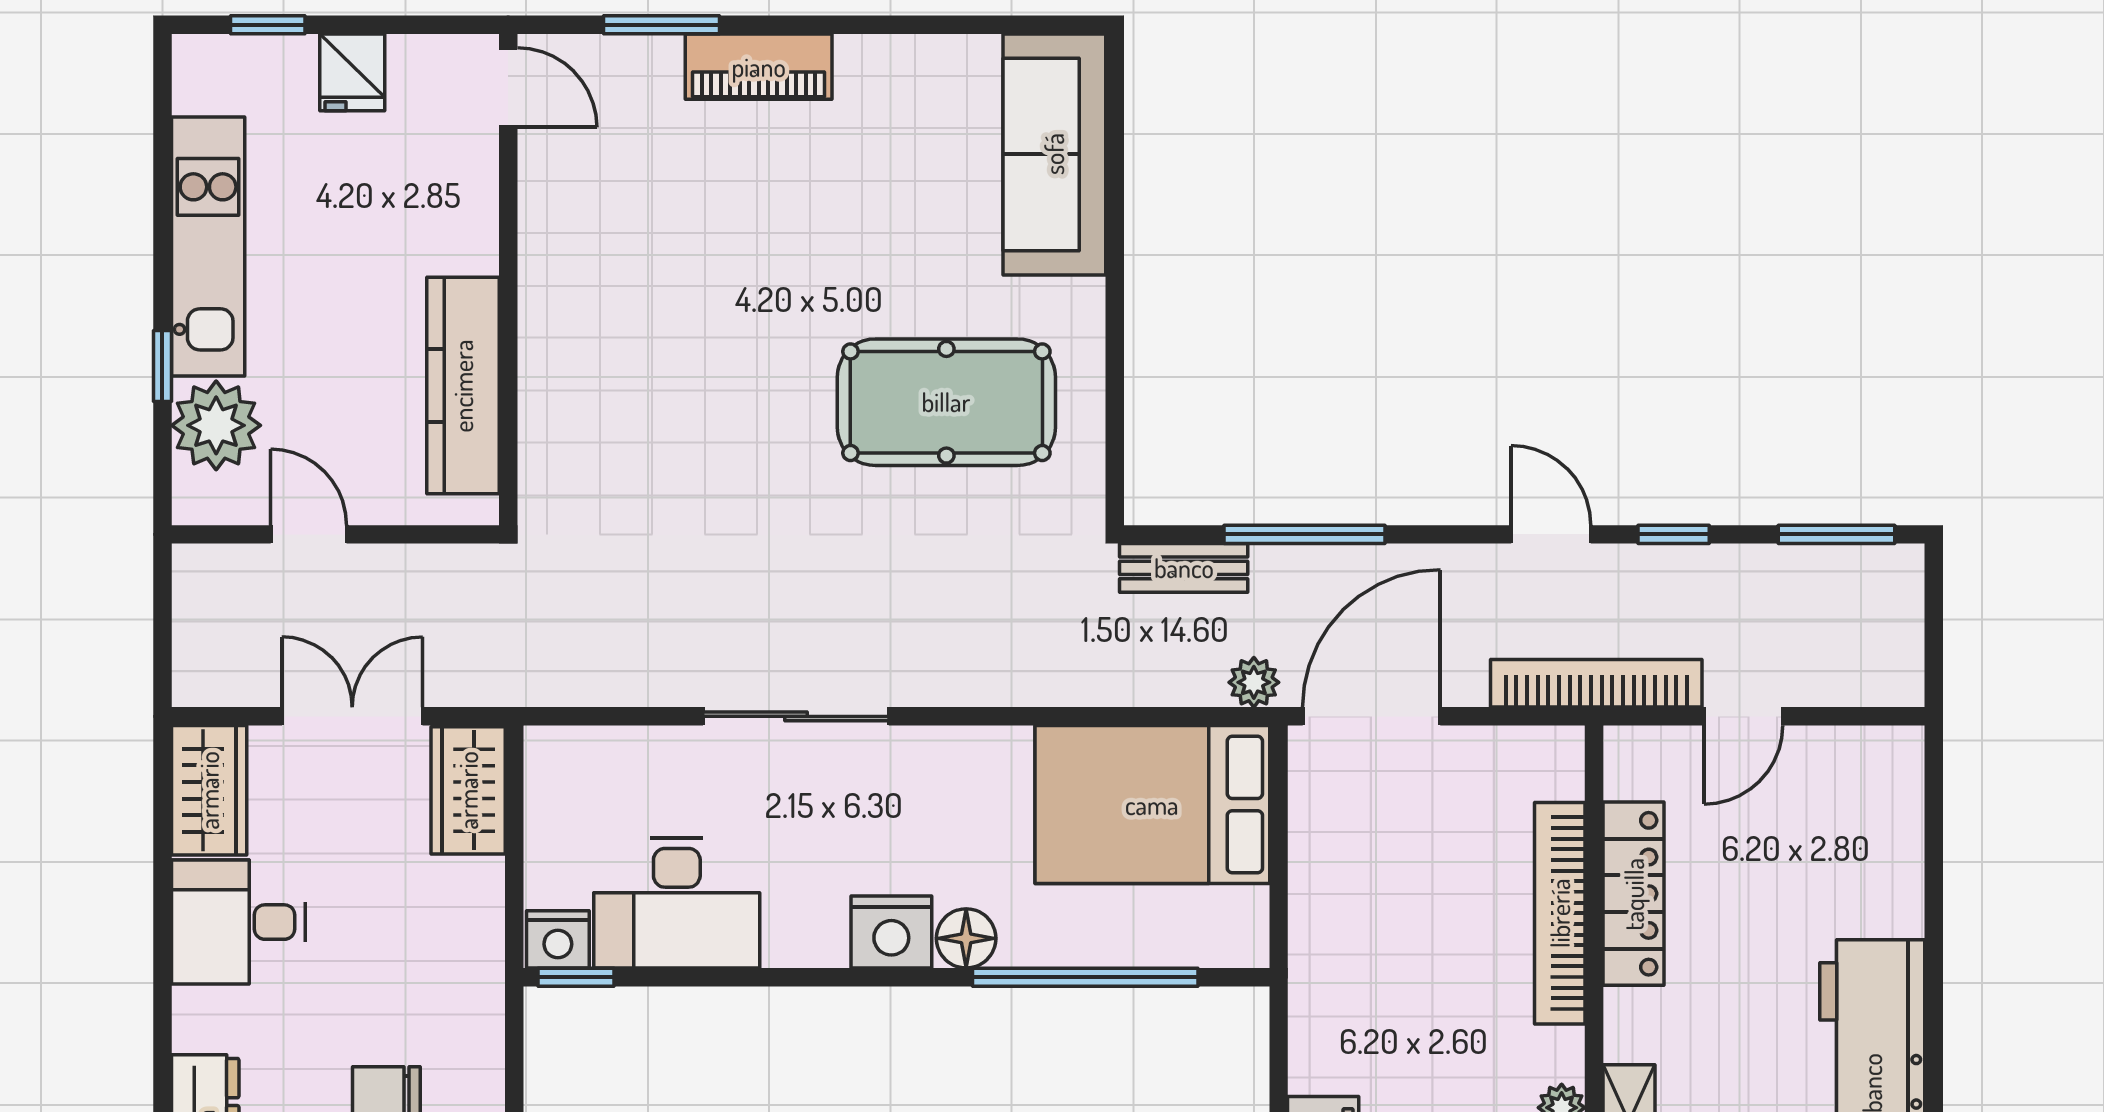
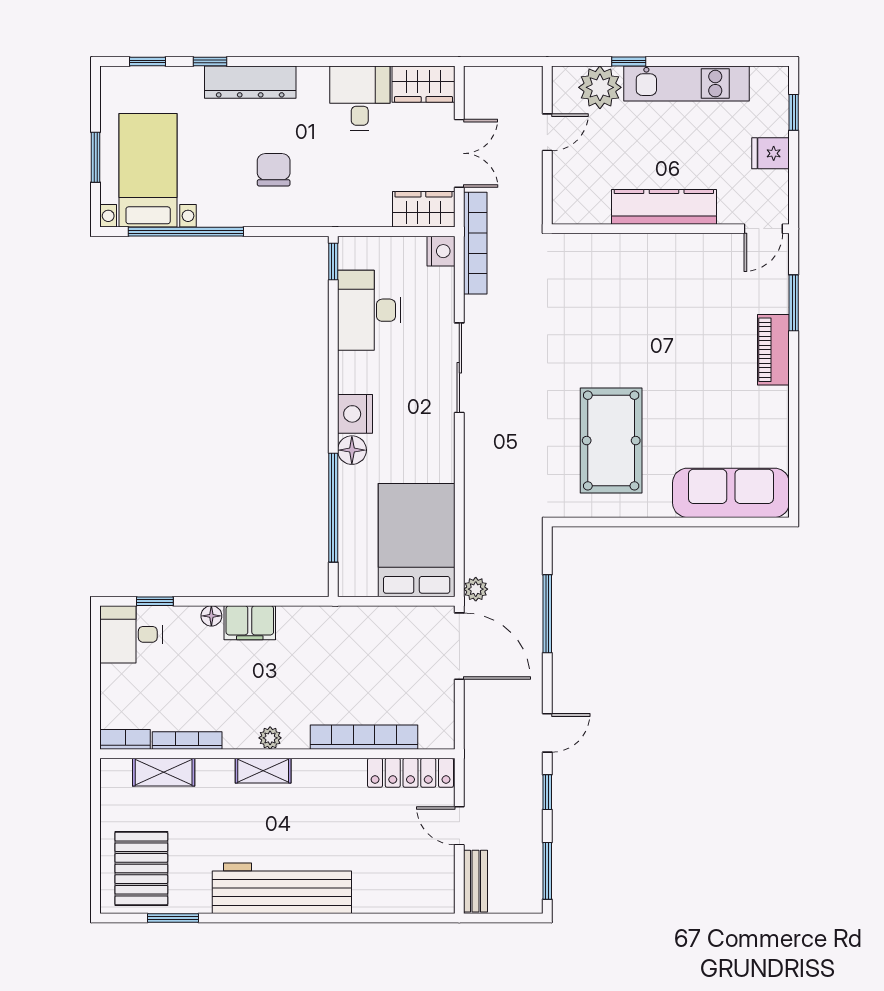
kitchen counter: (463, 386) -> (664, 207), moved
bench: (1184, 568) -> (475, 881), moved
bookcase: (1596, 683) -> (475, 243), moved
locker: (1634, 894) -> (411, 773), moved
nightstand: (558, 939) -> (441, 251), moved, turned 180

